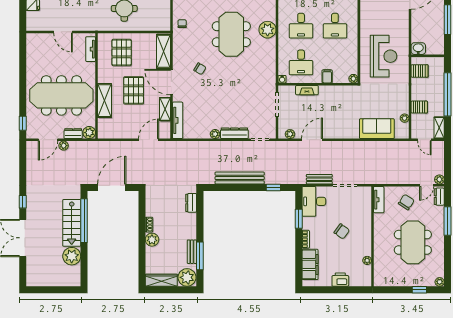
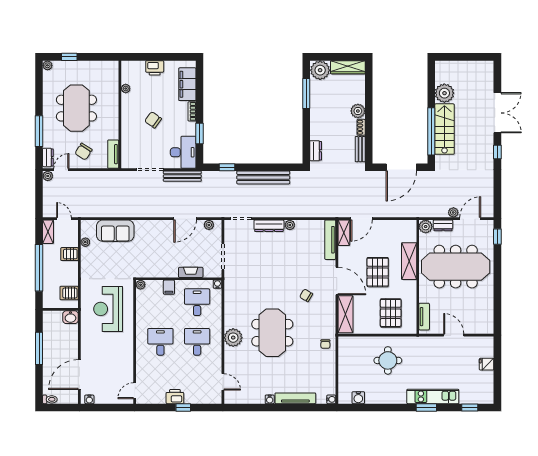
shelving: (165, 109) -> (344, 233), moved
bench: (319, 179) -> (182, 176), width x1.36
bench: (192, 252) -> (360, 149), moved

